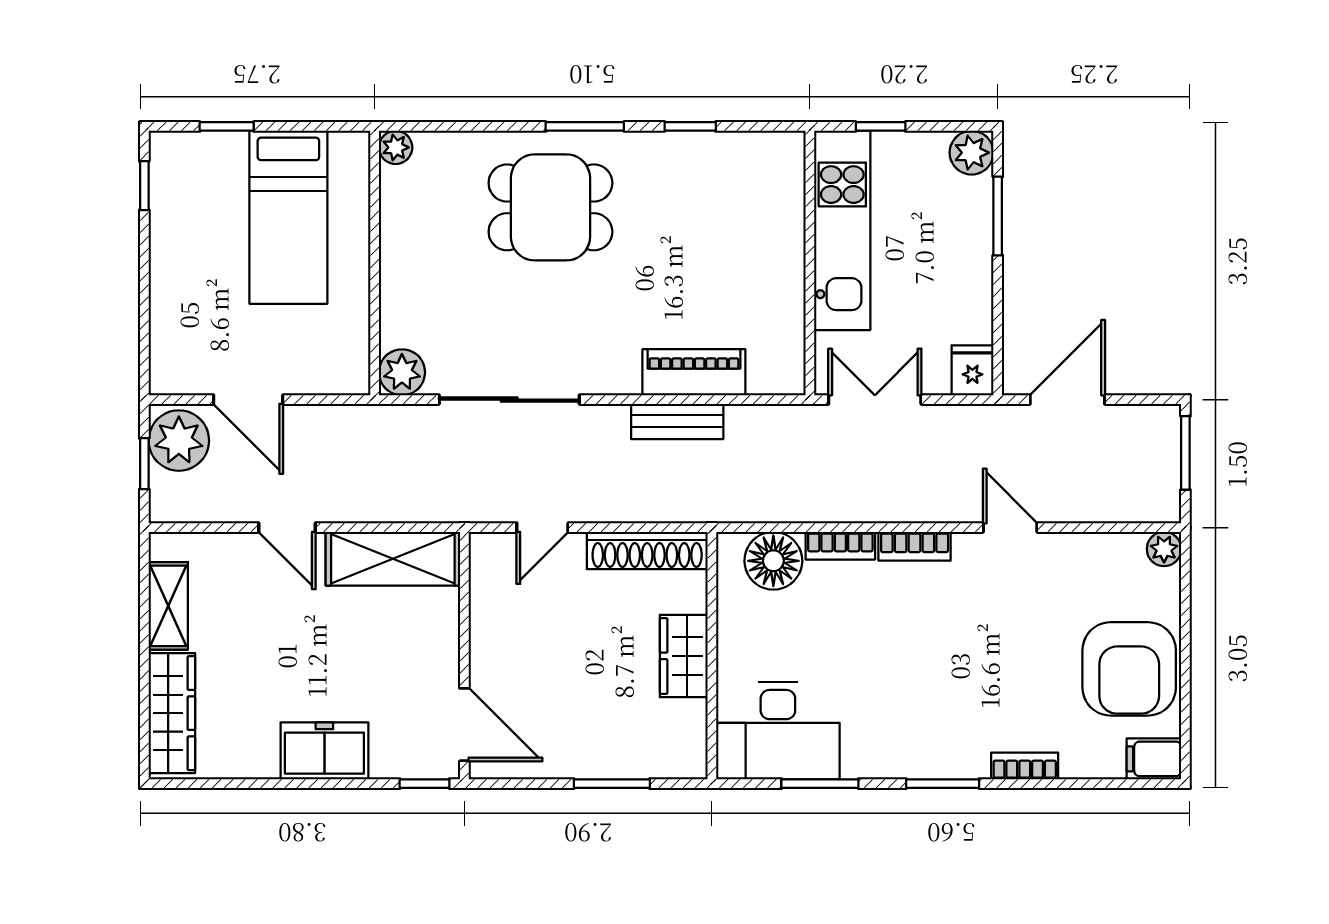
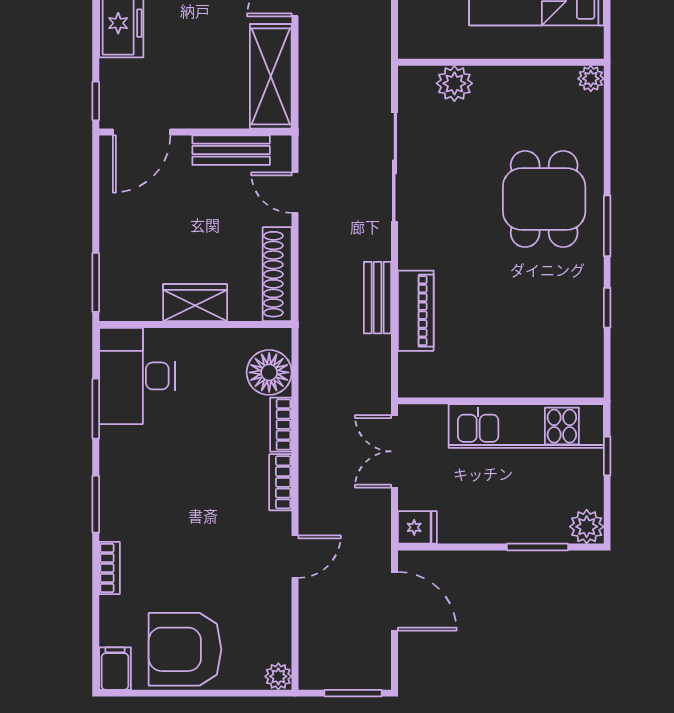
plant: (402, 372) -> (454, 83), moved
double door: (875, 400) -> (395, 451), swing flipped
bench: (488, 610) -> (231, 150), added
window: (612, 784) -> (96, 282), moved

